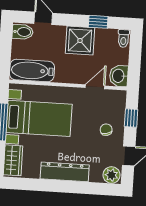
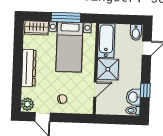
shower: (80, 41) -> (108, 69), moved
washbasin: (119, 76) -> (133, 97), moved, turned -90
door: (95, 87) -> (95, 89), hinge flipped
window: (131, 118) -> (72, 118), removed

